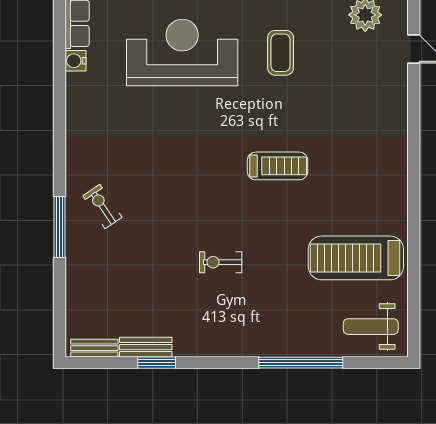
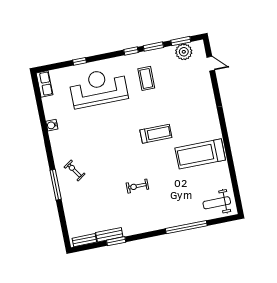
water cooler: (75, 61) -> (52, 125), moved
treadmill: (356, 258) -> (200, 154), moved

